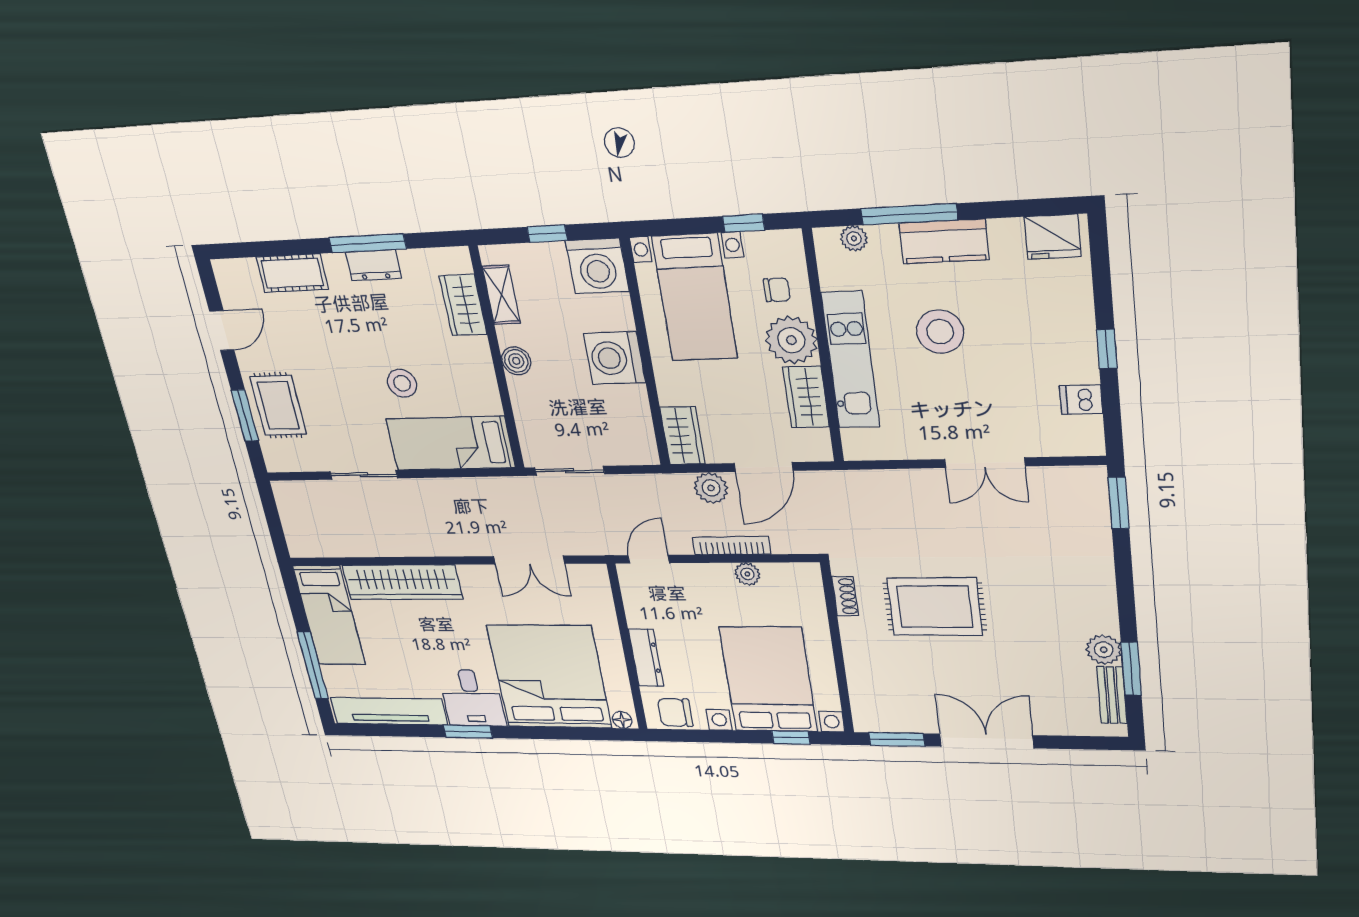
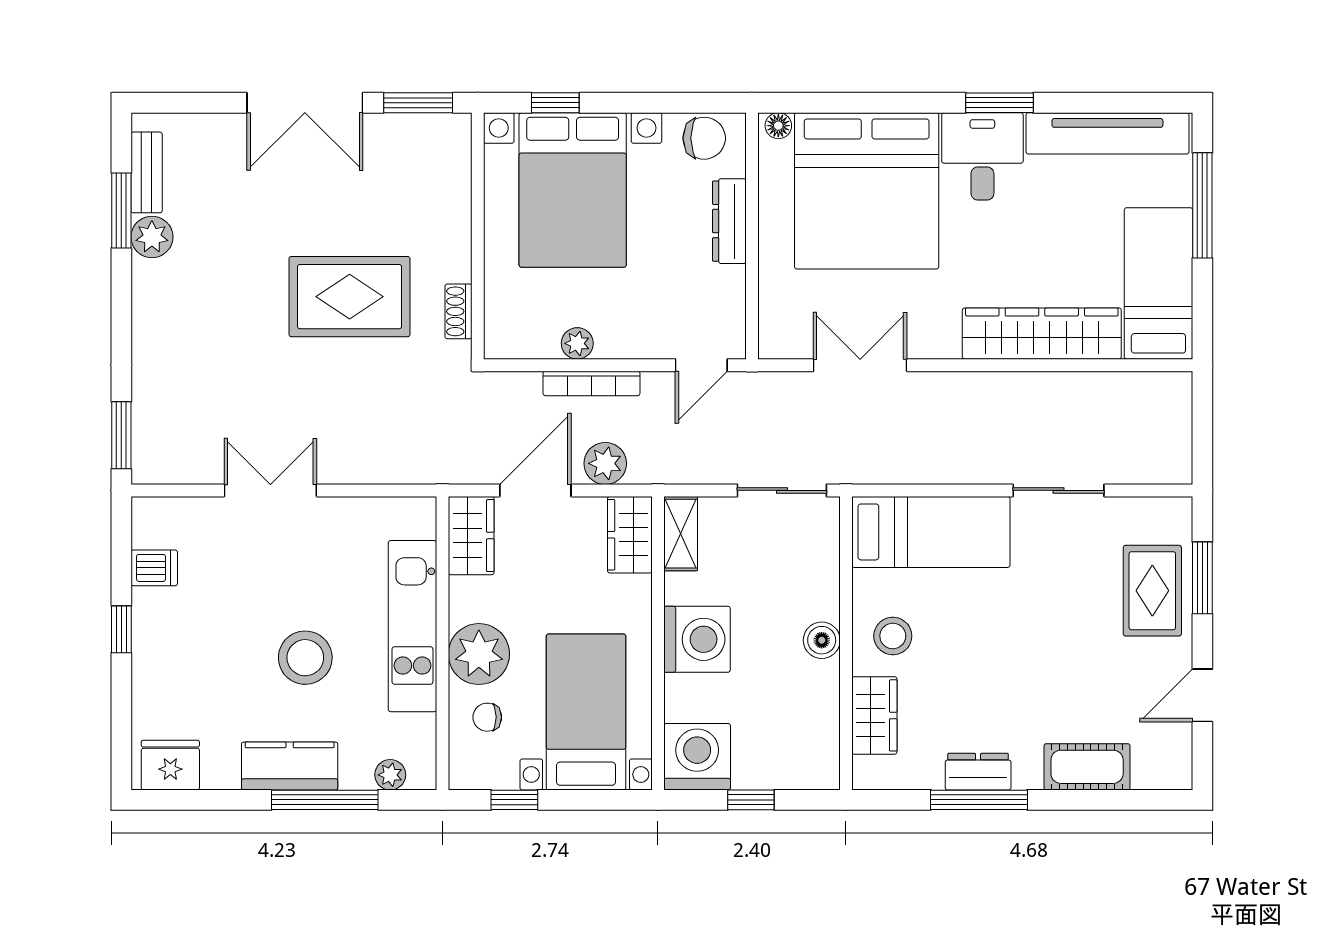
shelving: (501, 295) -> (681, 534), moved
stool: (402, 383) -> (893, 636), moved
wardrobe: (806, 397) -> (471, 536), moved

